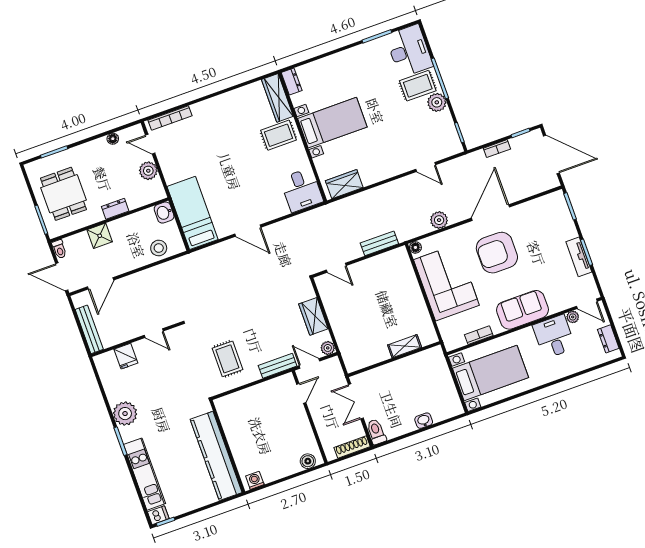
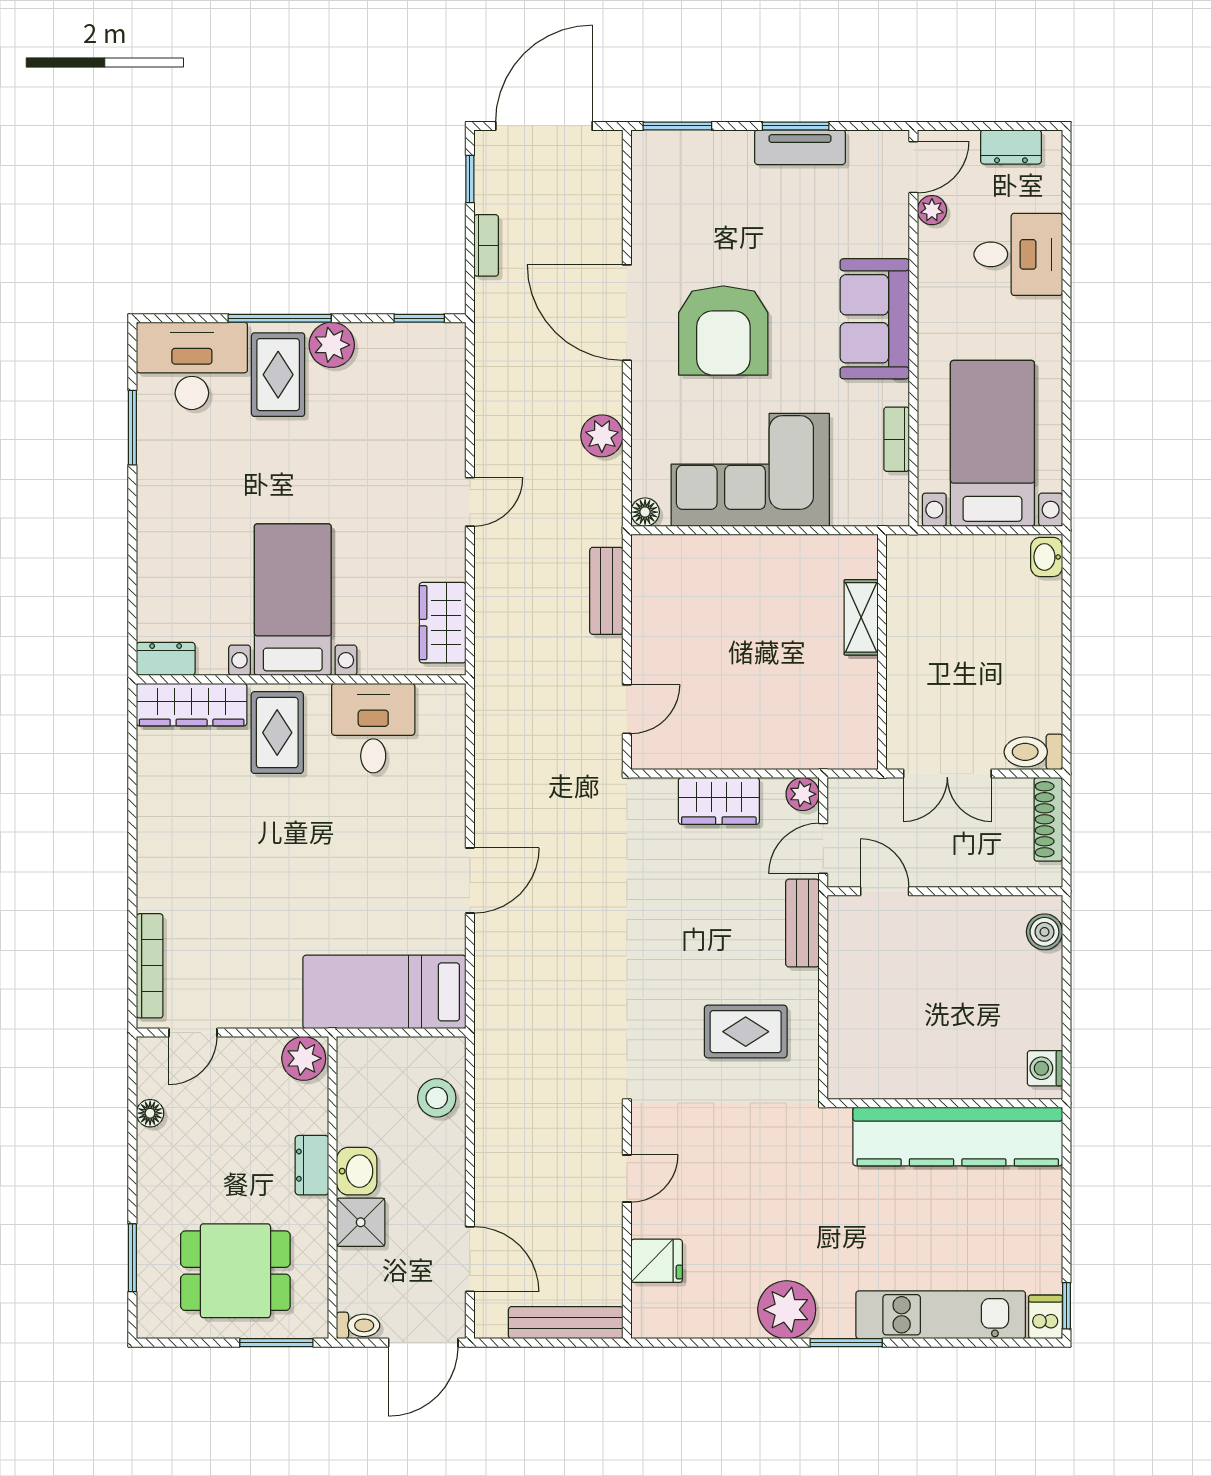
door: (426, 167) -> (470, 502), moved
plant: (148, 171) -> (304, 1058), moved
desk: (302, 190) -> (373, 728), moved, turned -90
washbasin: (164, 213) -> (357, 1171), moved, turned -90
desk: (554, 337) -> (1018, 254), moved, turned 180
washbasin: (424, 421) -> (1047, 557), moved

